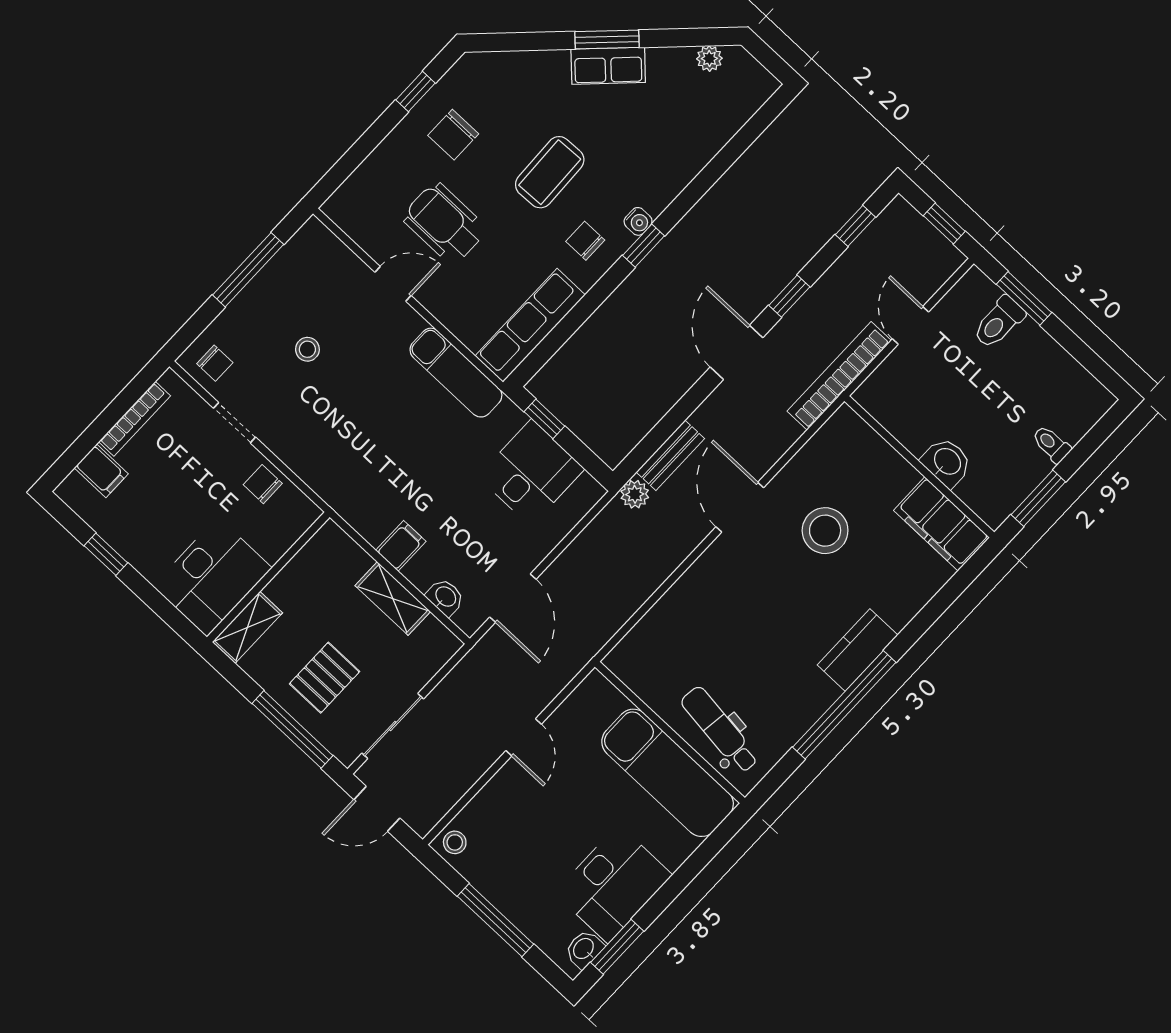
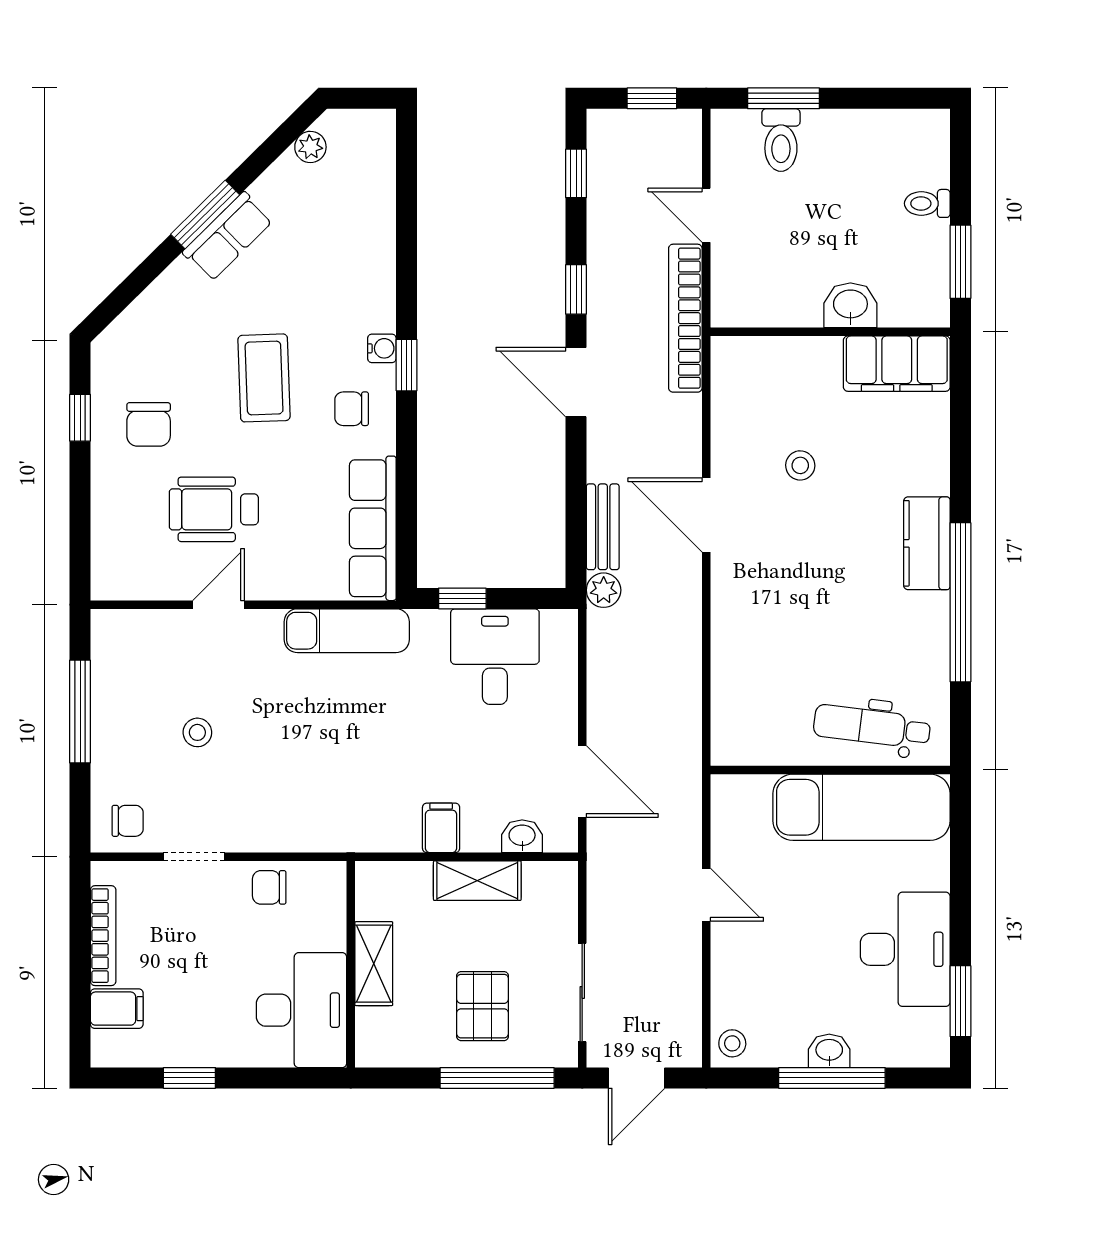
stool: (825, 531) -> (800, 465), width x0.53, depth x0.53
shelving: (247, 628) -> (374, 964), moved
washbasin: (584, 949) -> (829, 1051), moved, turned 90

